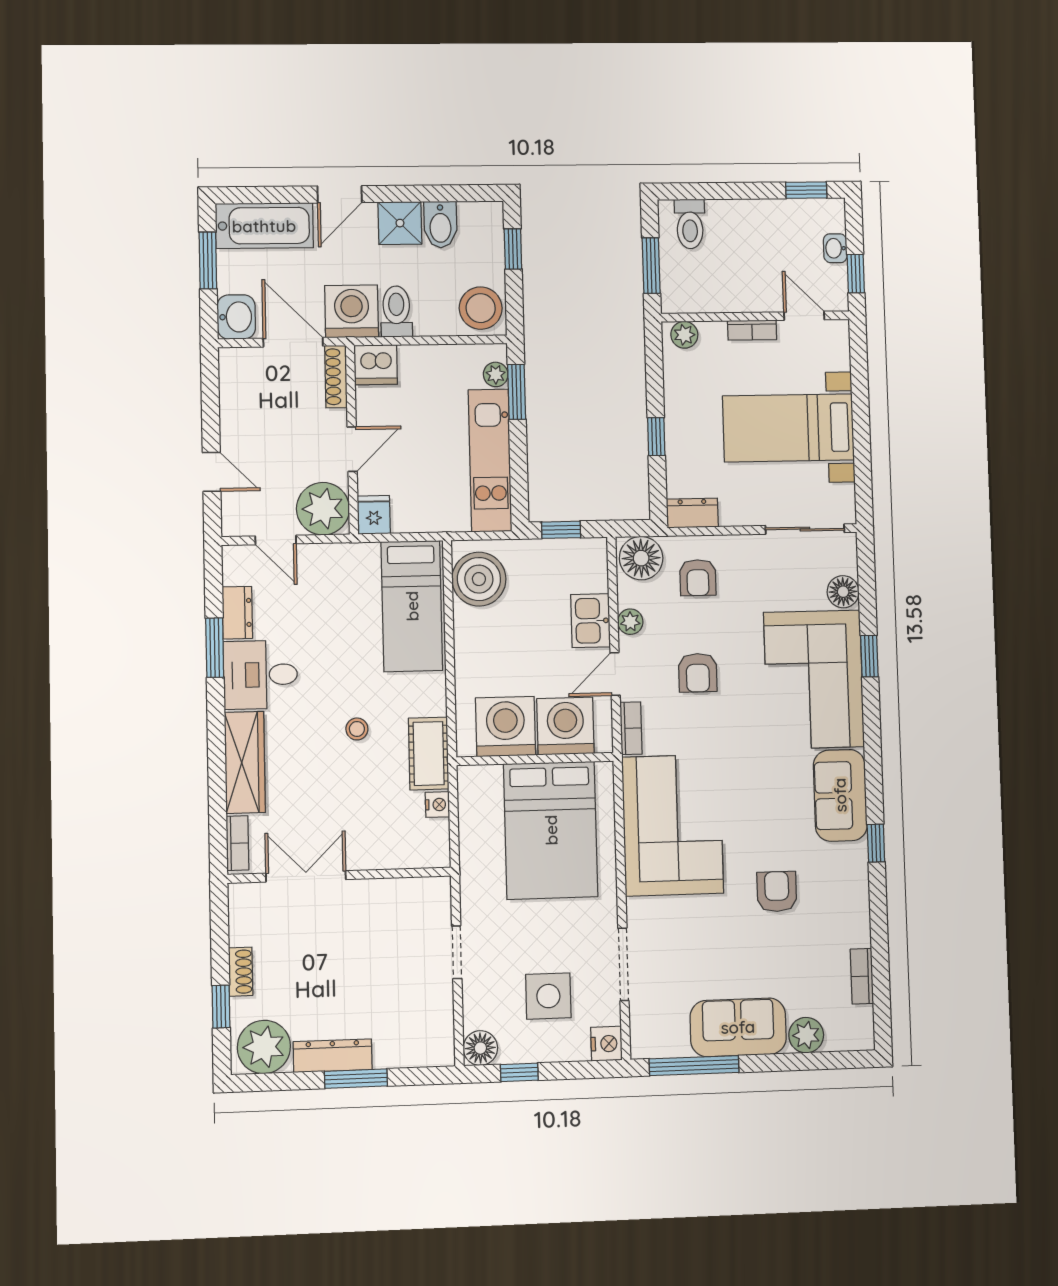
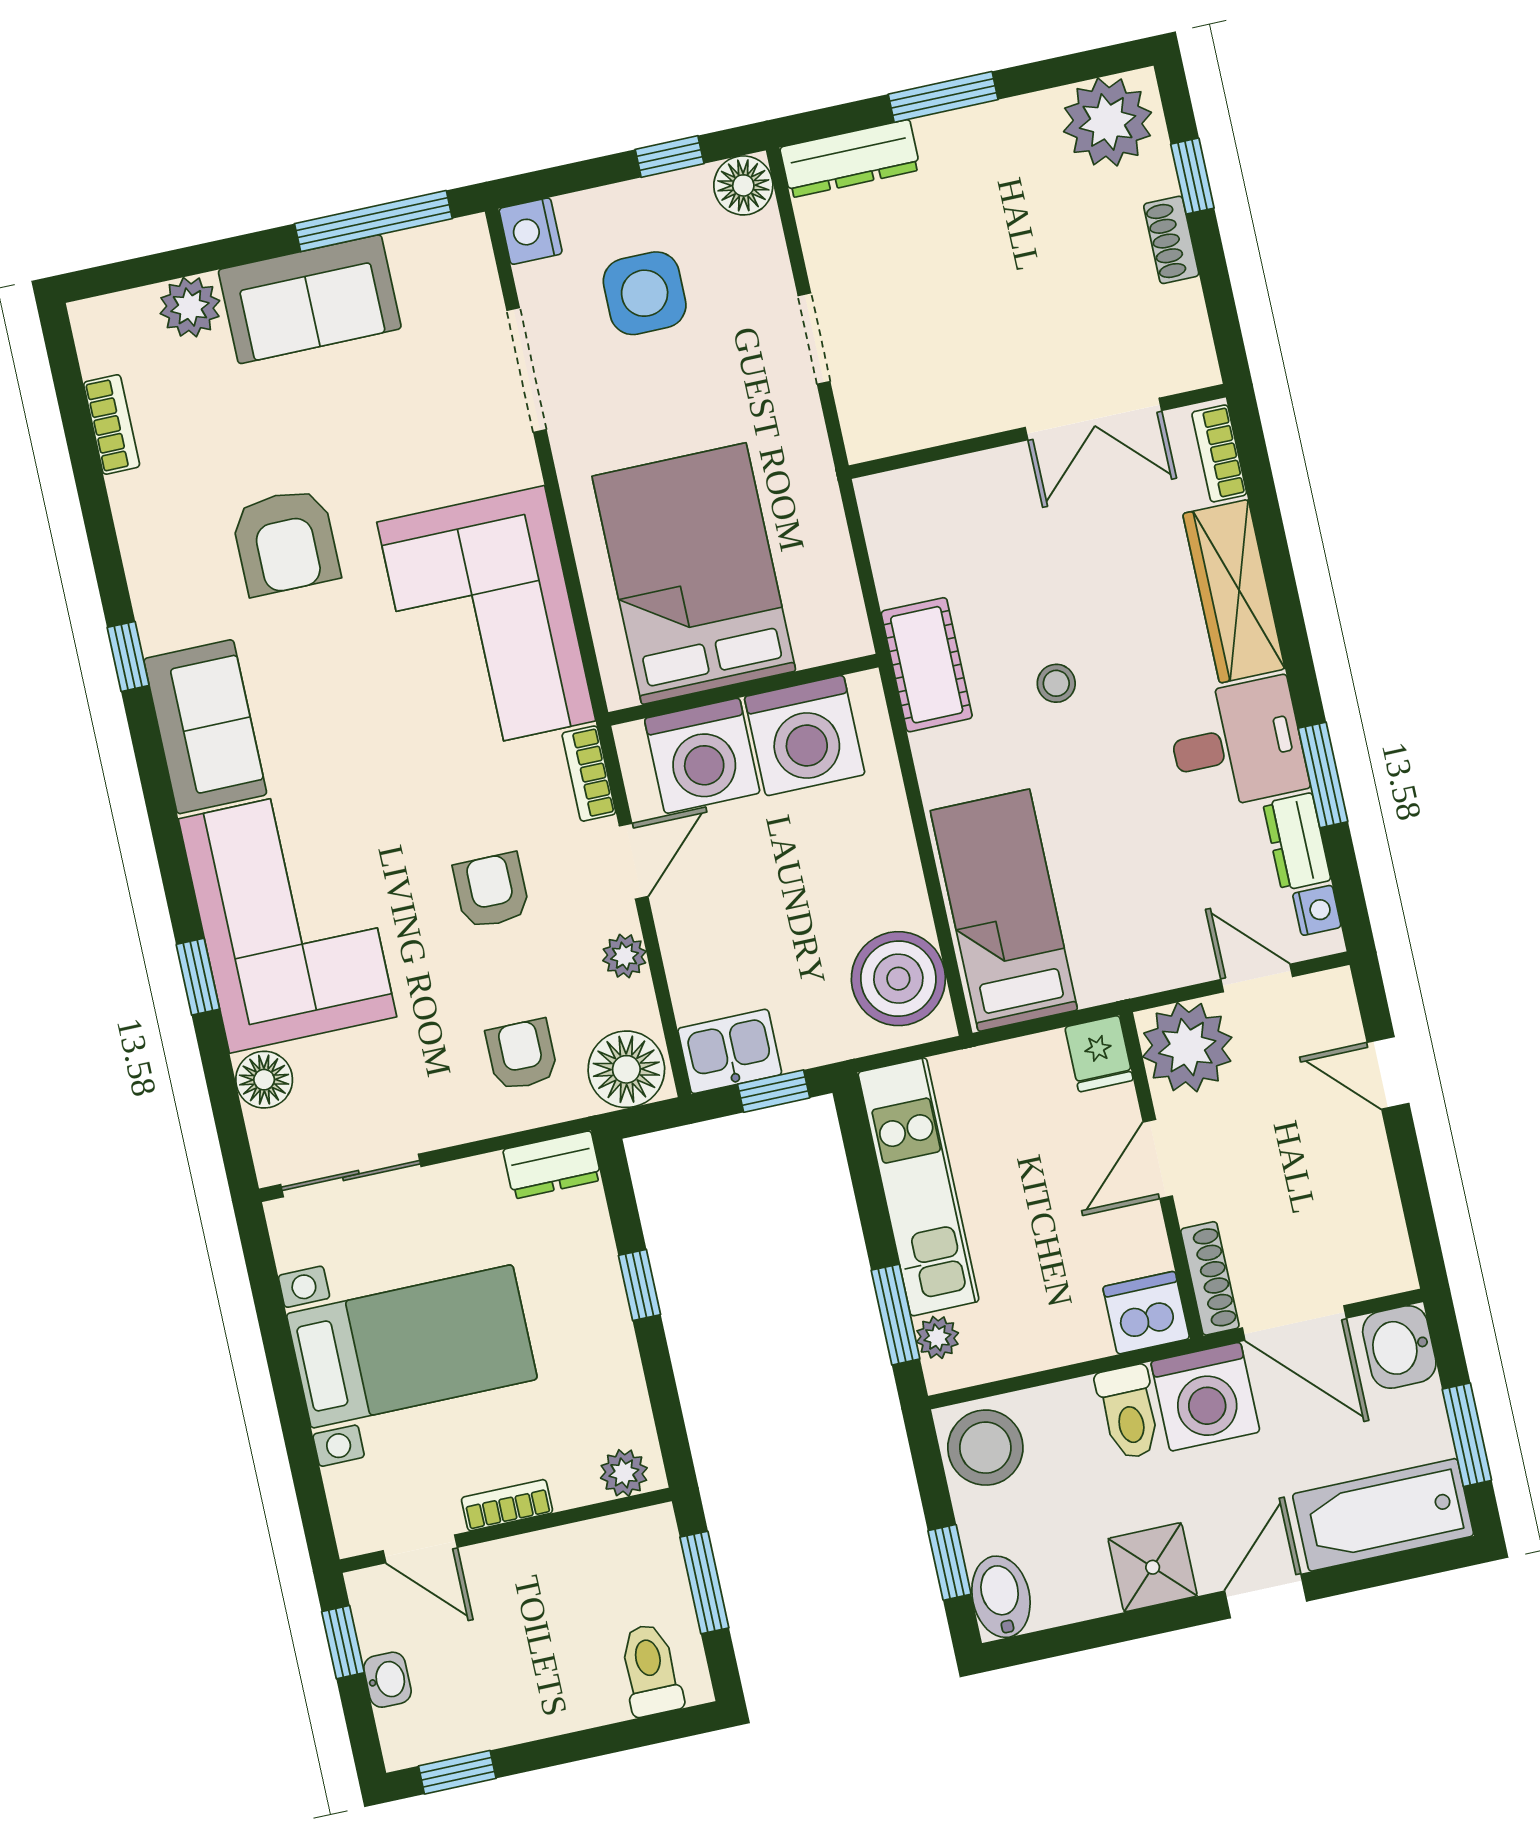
bidet: (440, 225) -> (1001, 1597), moved
kitchen sink: (591, 621) -> (730, 1051), moved, turned -90
nightstand: (437, 805) -> (1317, 910), moved, turned 180
armchair: (777, 892) -> (285, 542), width x1.38, depth x1.38
dresser: (333, 1056) -> (850, 159), moved

